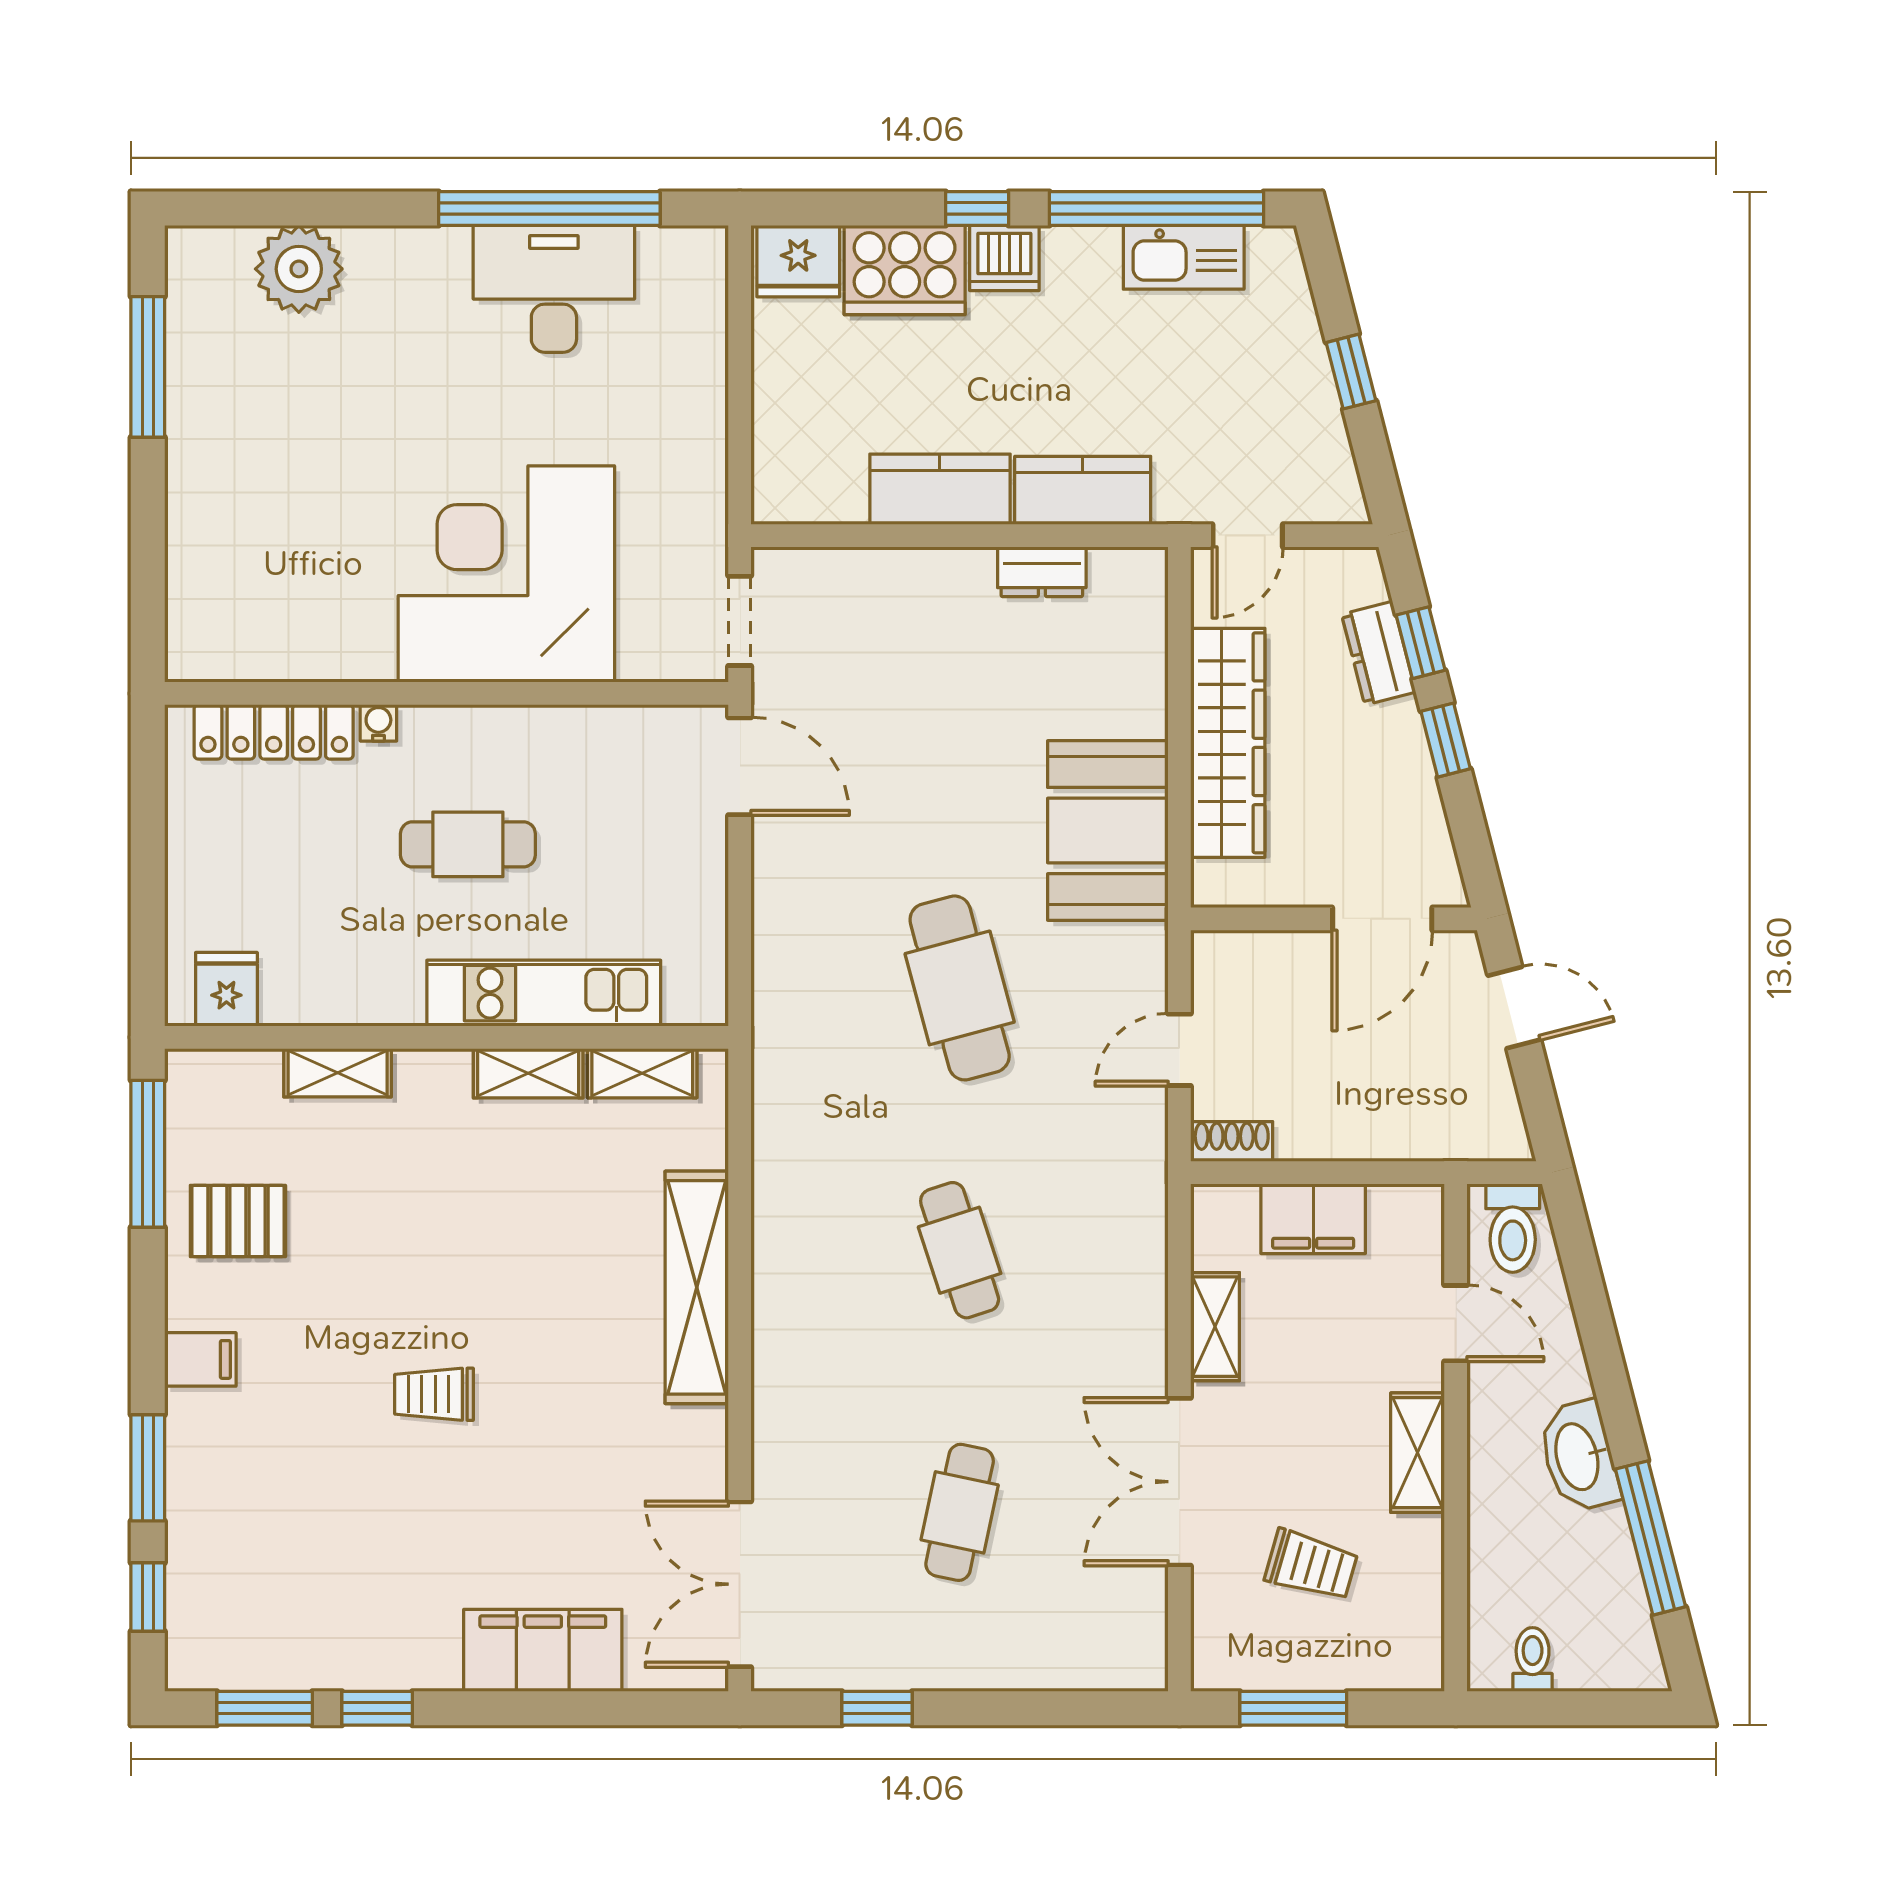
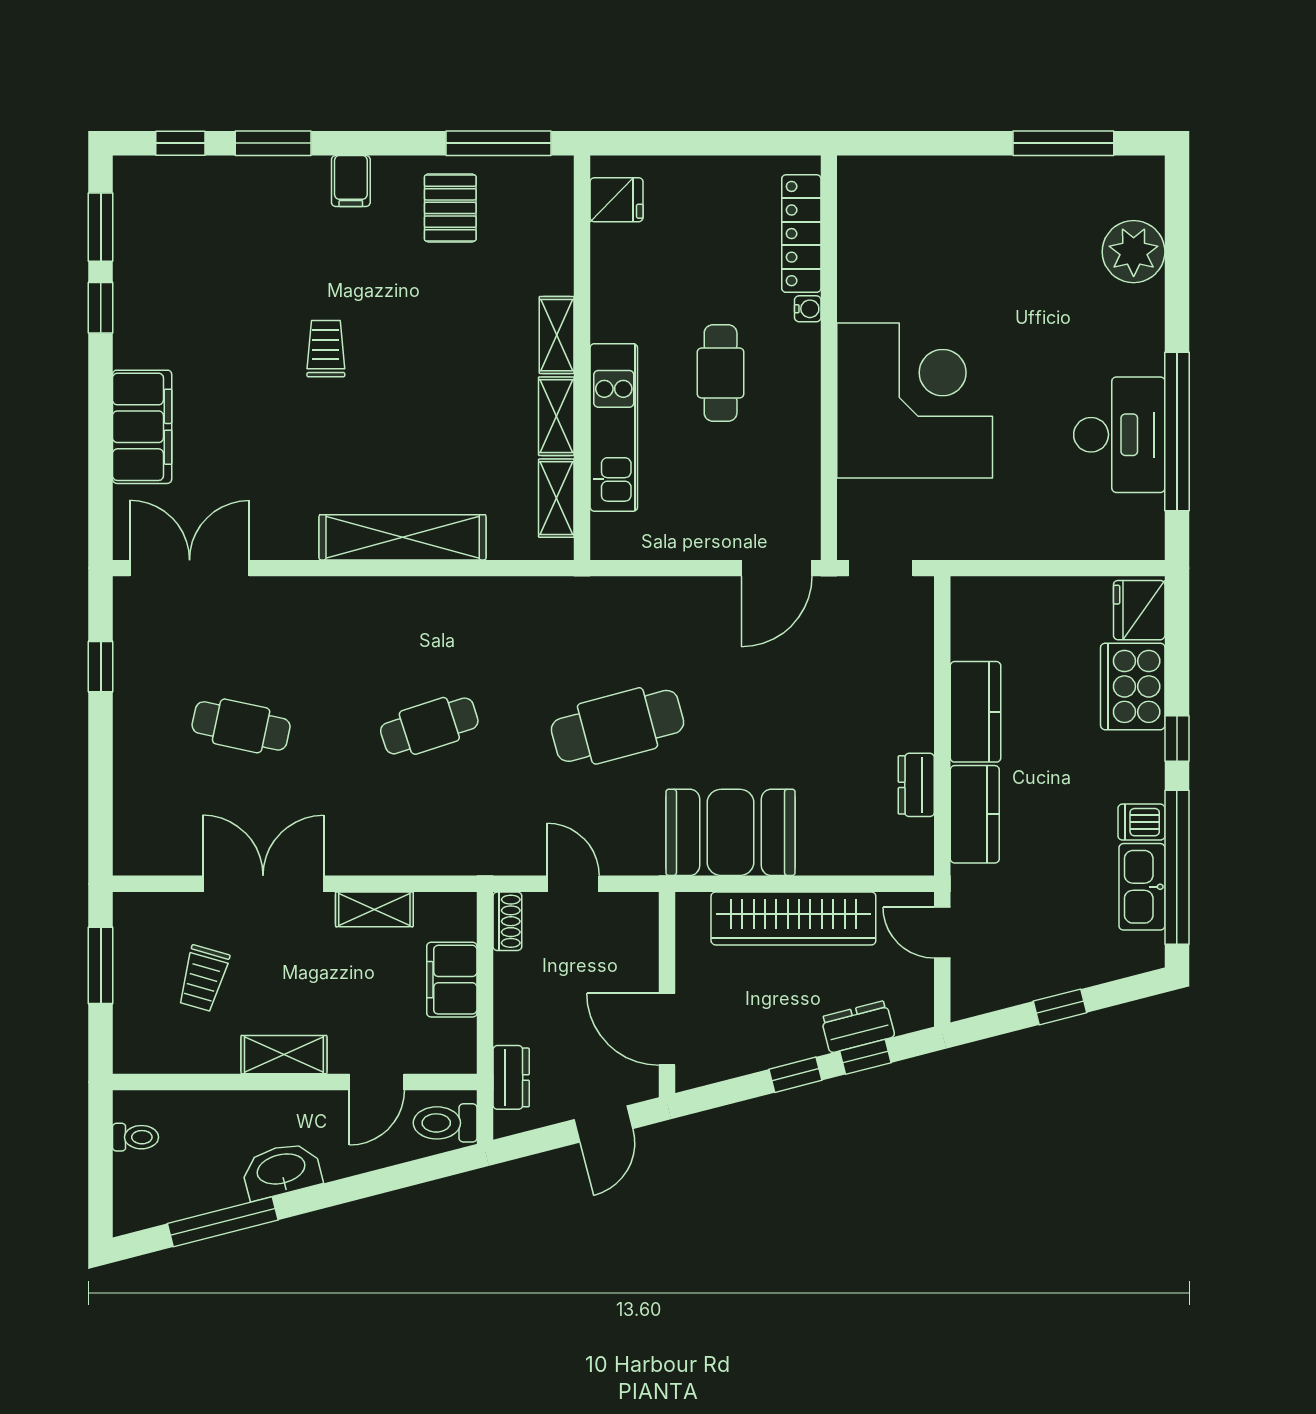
dishwasher: (1004, 258) -> (1141, 822), moved, width x0.73
shelving: (338, 1073) -> (557, 335), moved
dresser: (1449, 1136) -> (511, 1077), added

